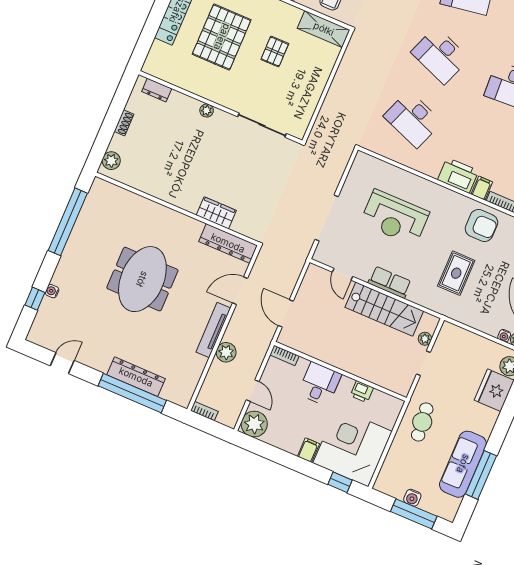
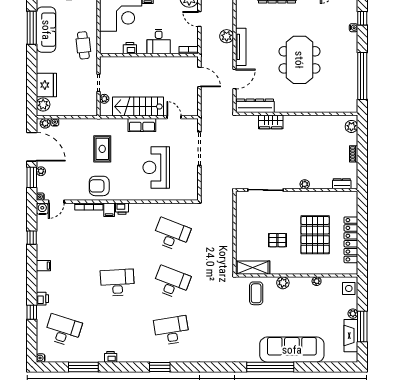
pallet: (275, 52) -> (277, 240), turned 90
printer: (458, 175) -> (122, 209), width x0.53, depth x0.68
reception desk: (395, 218) -> (156, 167), turned -90

